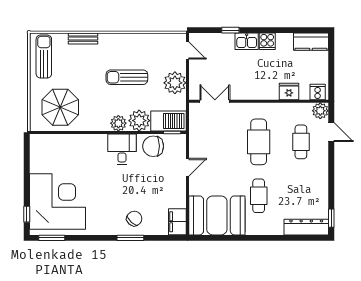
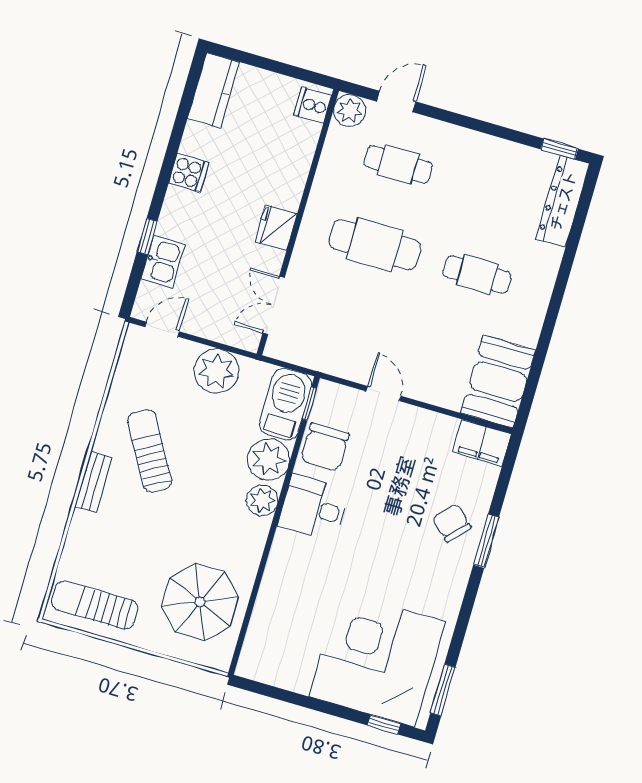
bench: (83, 39) -> (93, 482), moved
kitchen sink: (247, 41) -> (163, 262), moved
sun lounger: (127, 77) -> (150, 451), moved, turned 150
fridge: (289, 91) -> (276, 228), moved
booth: (217, 215) -> (498, 382), width x0.73, depth x0.70

